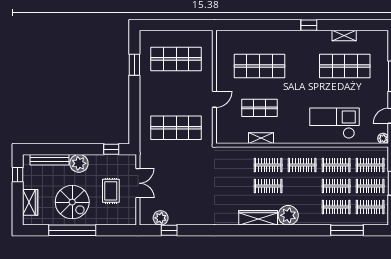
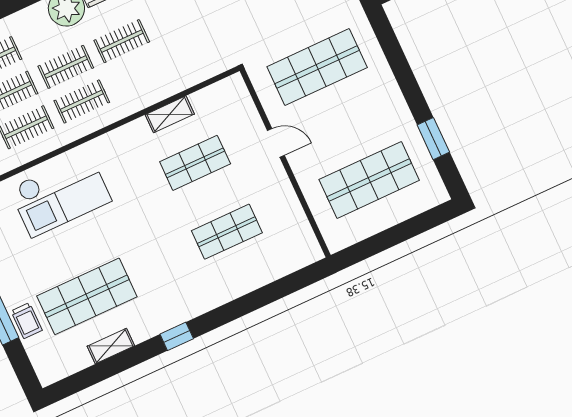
shop shelf: (259, 66) -> (227, 232), width x0.70, depth x0.74
trolley: (381, 68) -> (27, 321), added
door: (214, 99) -> (276, 143), swing flipped
clothes rail: (268, 165) -> (66, 67), moved

